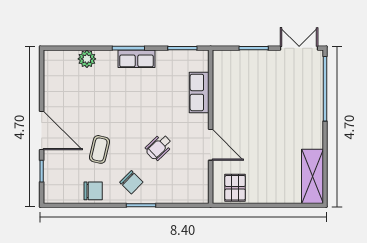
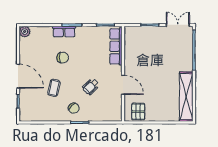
plant: (87, 59) -> (25, 32), moved
row of seats: (137, 59) -> (64, 31), moved
row of seats: (199, 92) -> (116, 46), width x1.48
shelving: (312, 176) -> (186, 97), width x1.47
chair: (93, 191) -> (63, 58), moved

